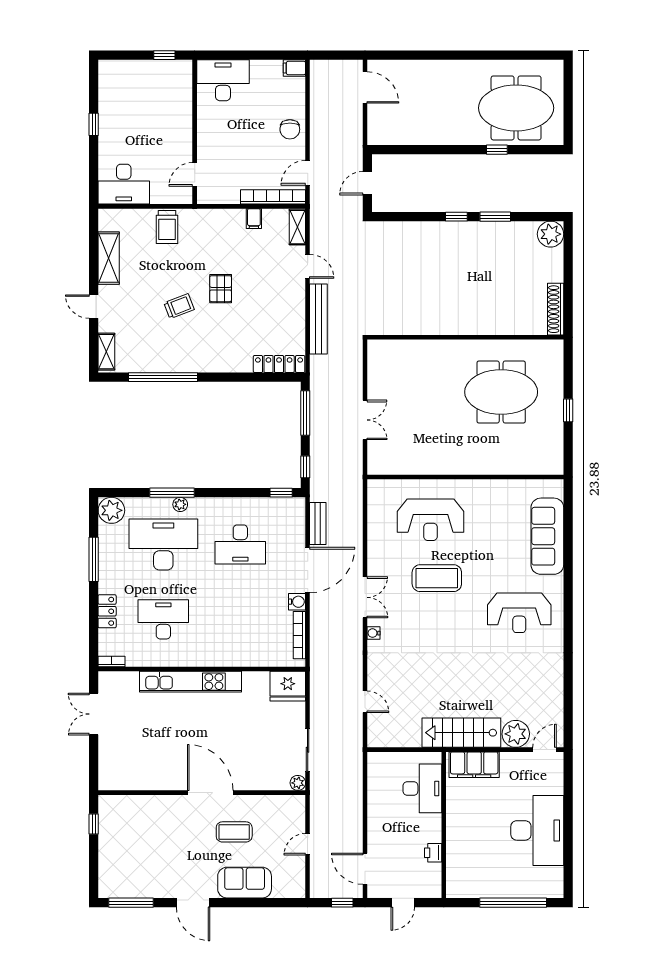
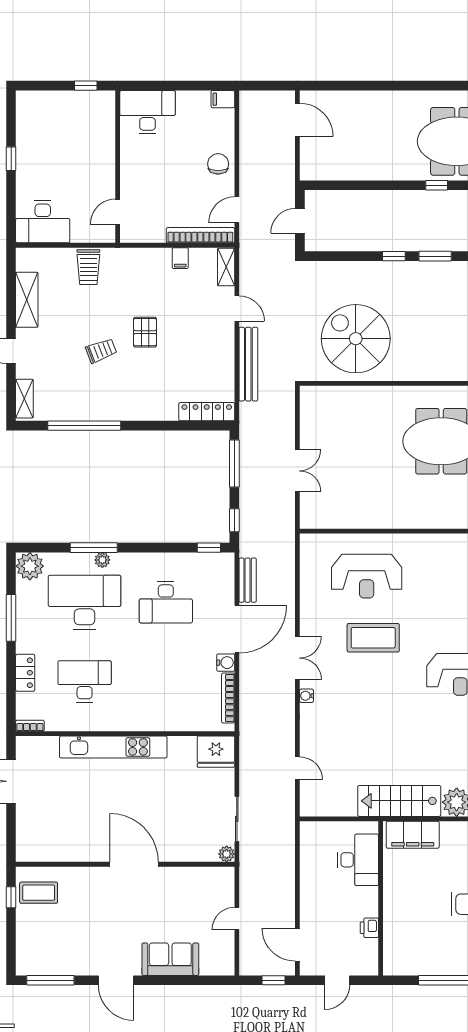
chair: (290, 129) -> (218, 164), turned 180
spiral stairs: (420, 295) -> (356, 339), added
coffee table: (234, 832) -> (39, 893), moved

